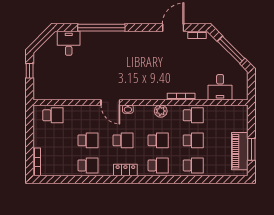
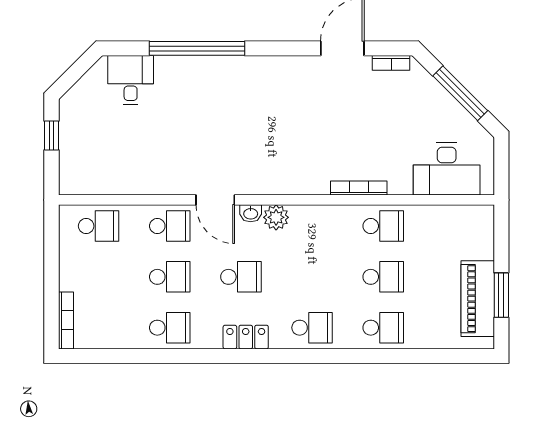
desk: (220, 87) -> (447, 169), width x1.37
plant: (161, 111) -> (276, 217), moved
school desk: (158, 140) -> (170, 226), moved

